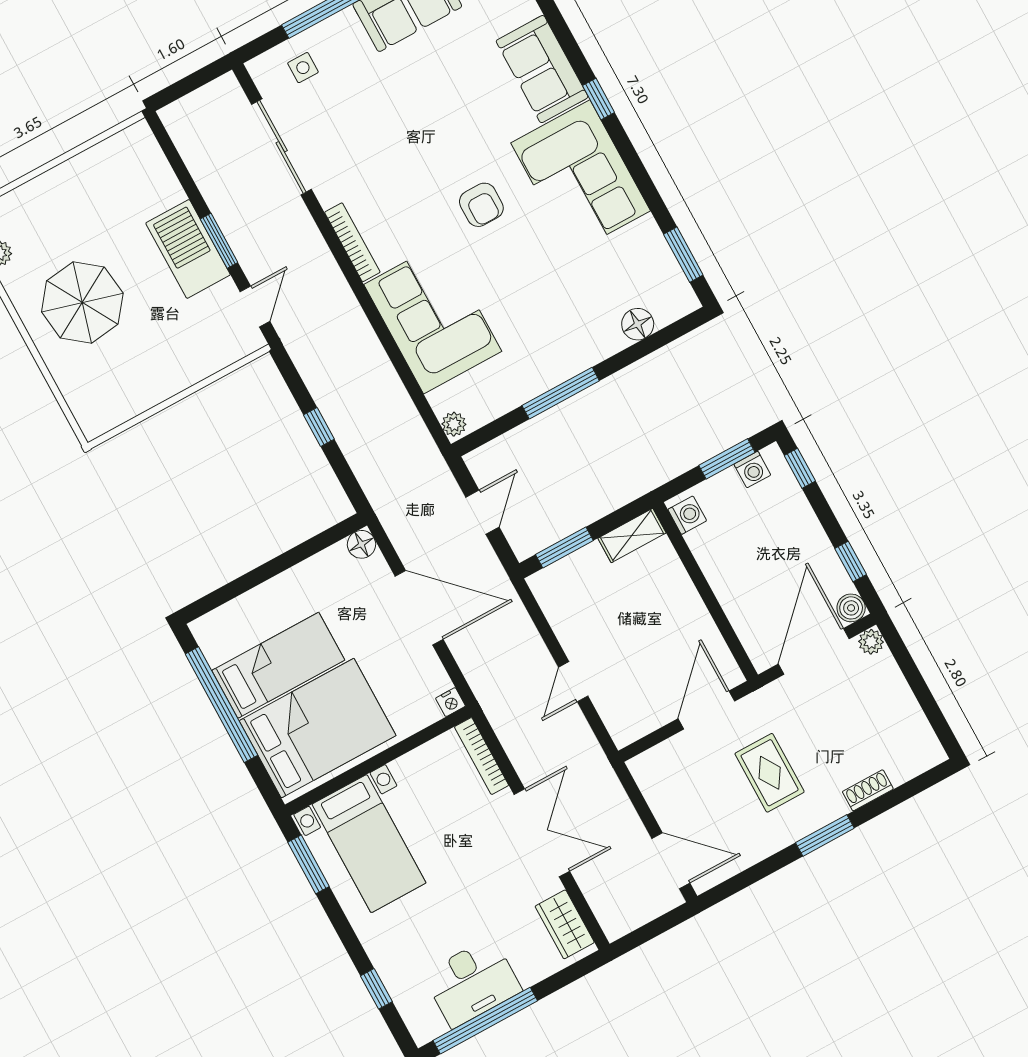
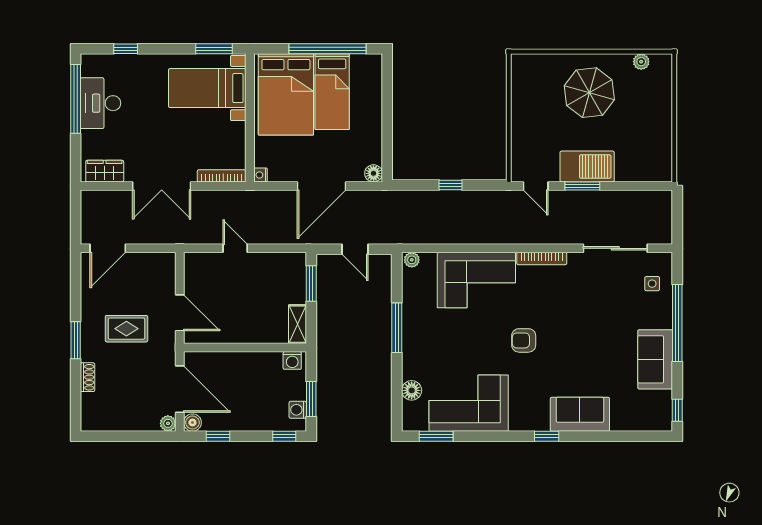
corner sofa: (581, 177) -> (469, 403), moved

